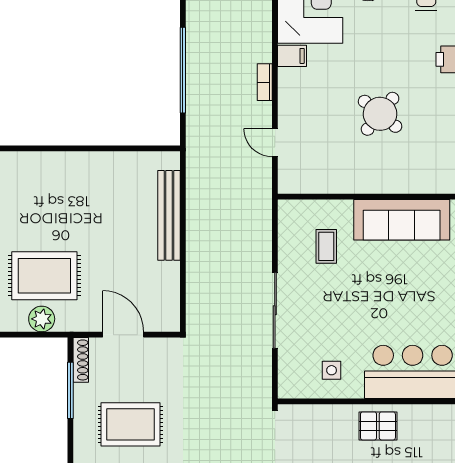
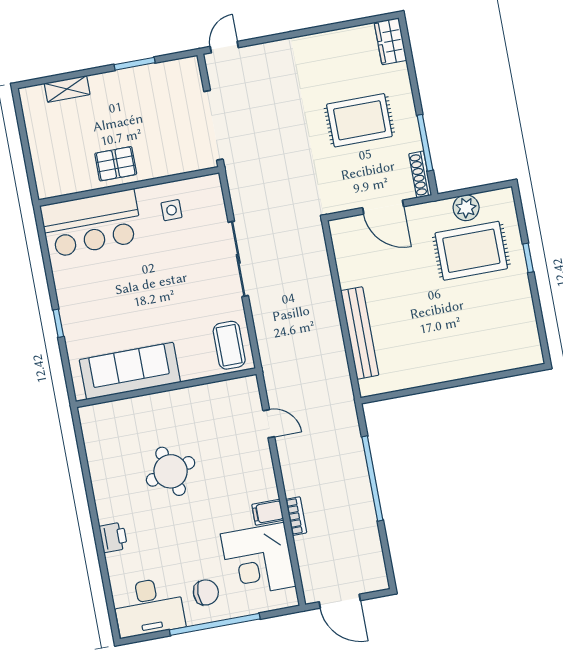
bookcase: (265, 82) -> (296, 516), moved
round table: (380, 114) -> (171, 471), turned 36
coffee table: (326, 246) -> (229, 345), moved, width x1.36, depth x1.30

